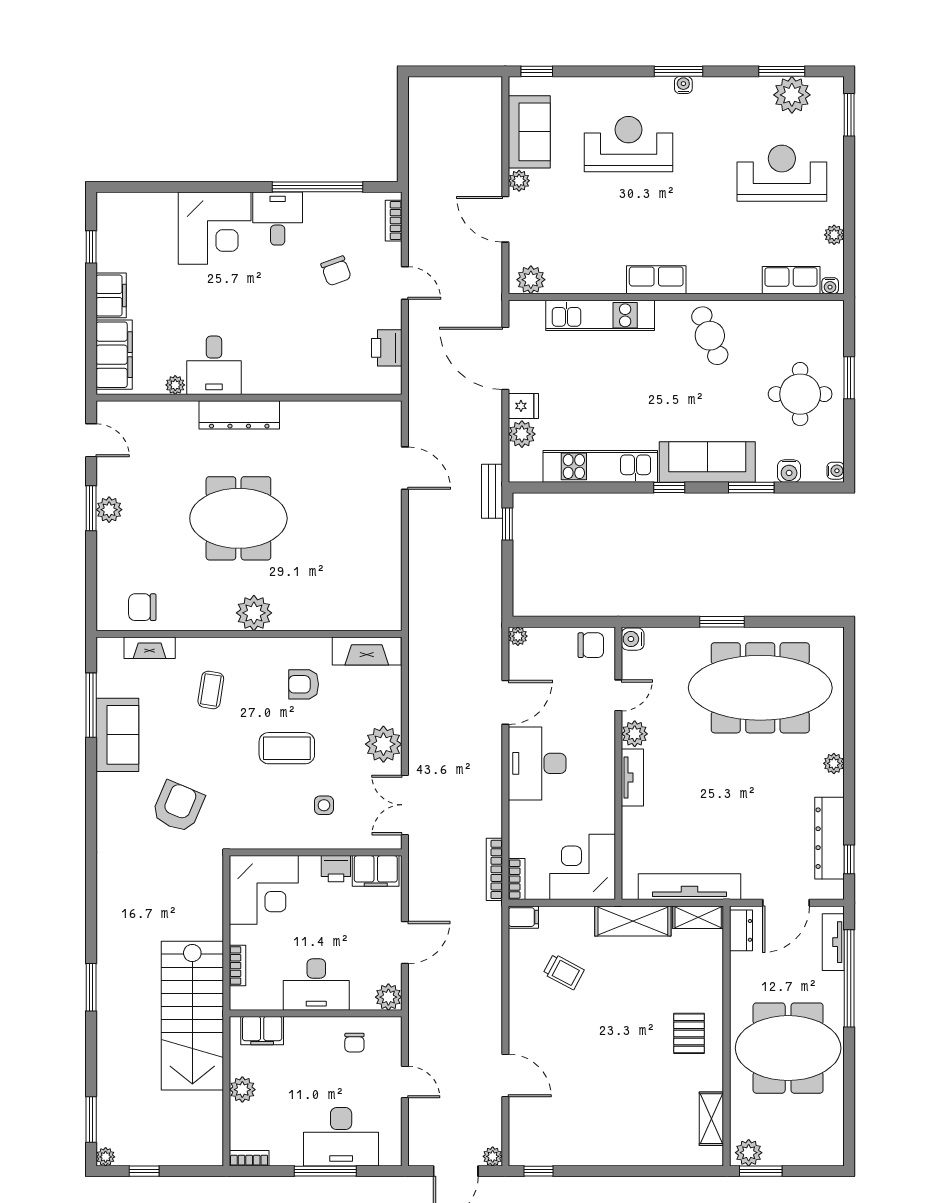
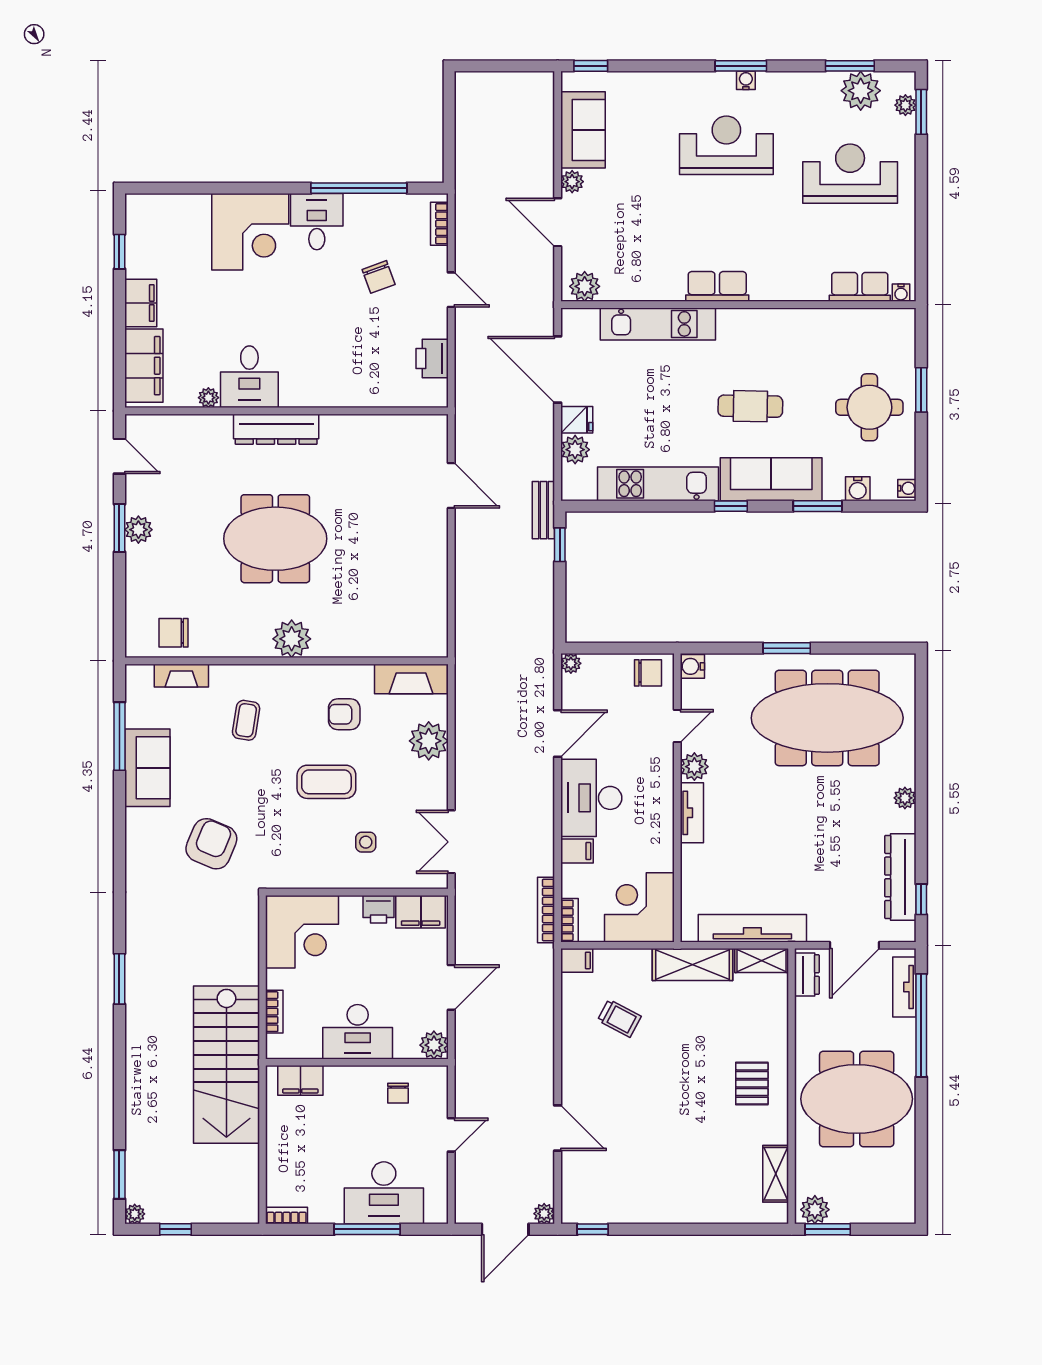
reception desk: (629, 144) -> (726, 145), moved
plant: (834, 235) -> (905, 105), moved
cafe table: (710, 336) -> (750, 406), moved, turned -67
plant: (383, 744) -> (429, 741), moved
filing cabinet: (524, 814) -> (577, 851), added
window: (91, 987) -> (119, 979), moved
door: (405, 1082) -> (451, 1135), hinge flipped
plant: (242, 1090) -> (279, 1143), removed

